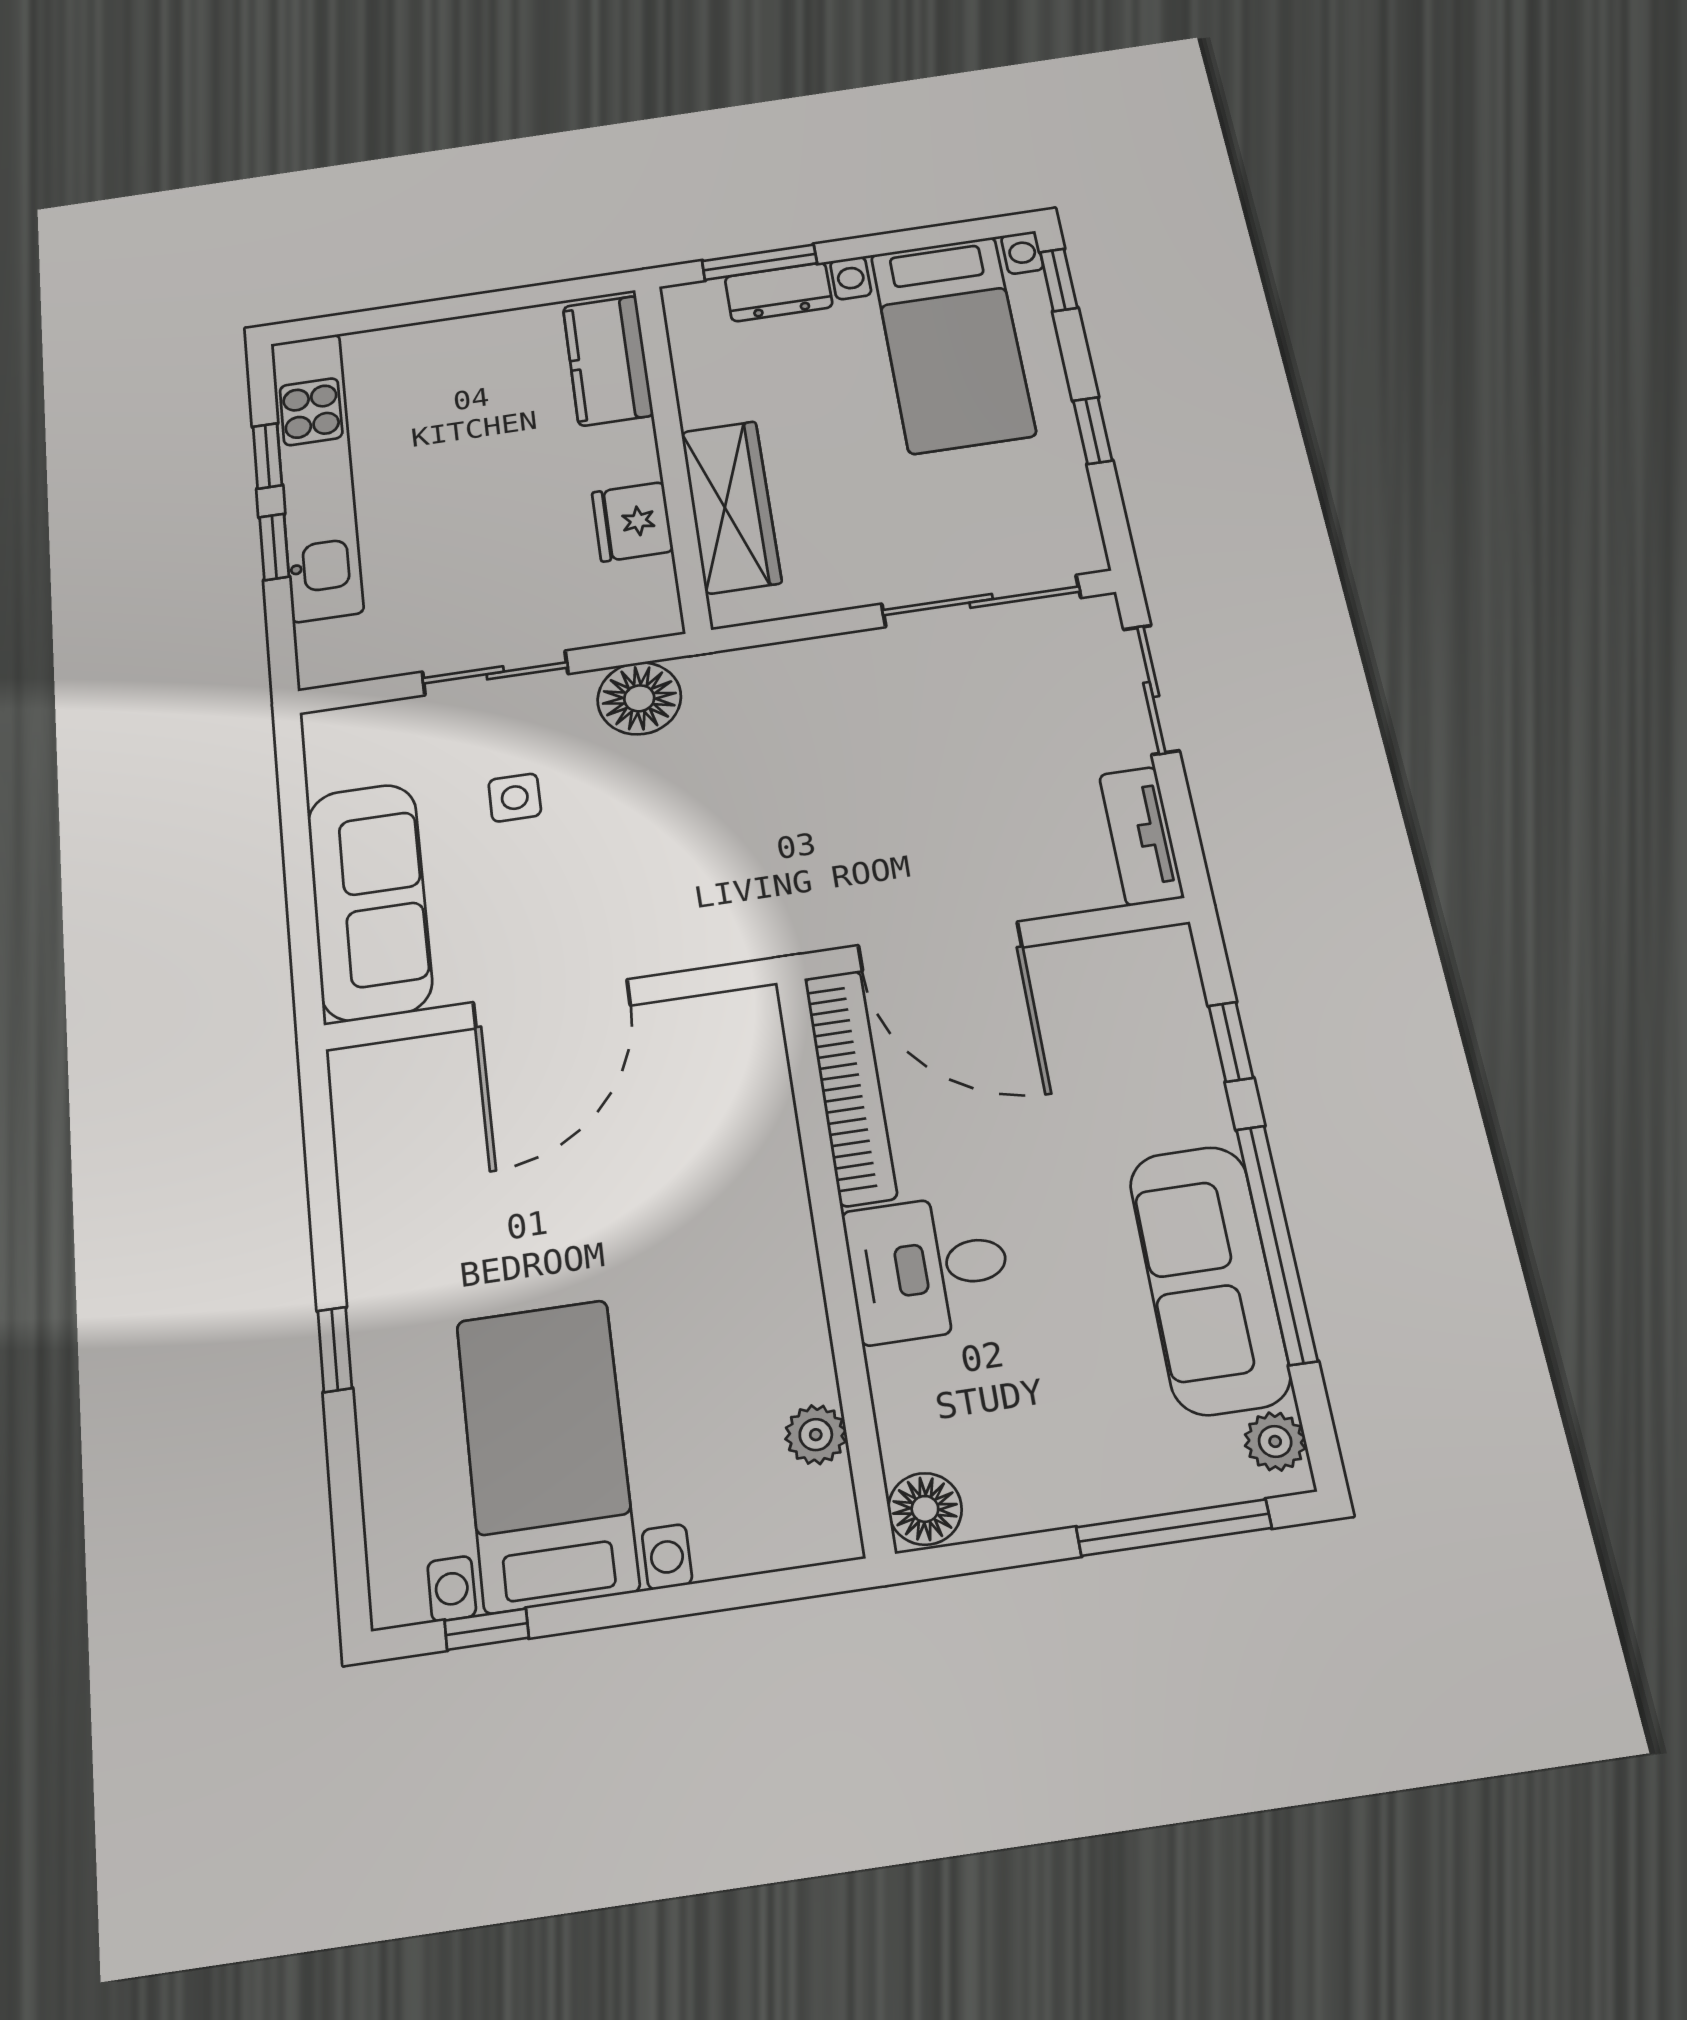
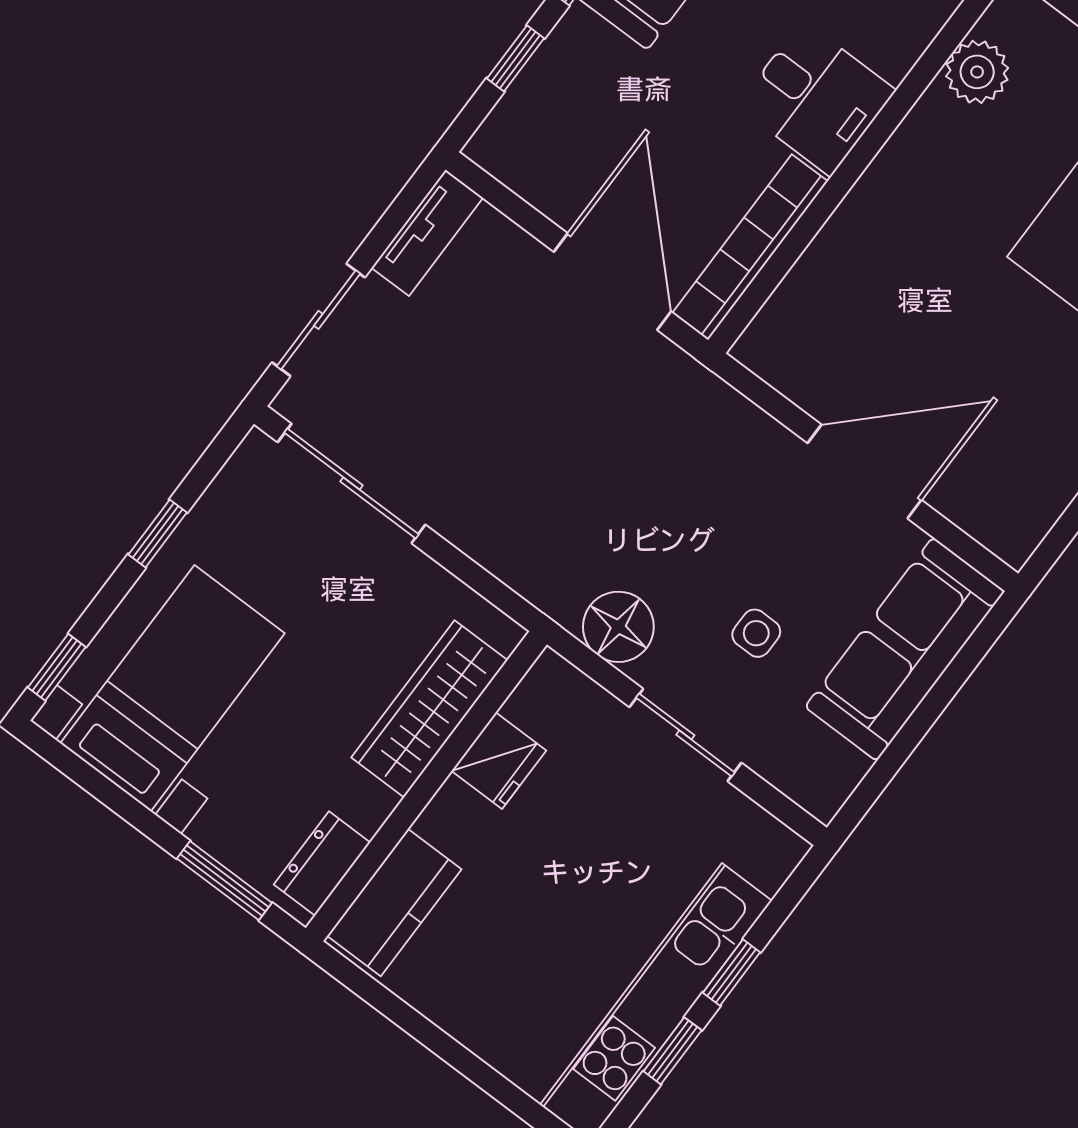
dresser: (779, 292) -> (322, 864), moved, turned -90
plant: (816, 1435) -> (977, 72), width x1.38, depth x1.38

